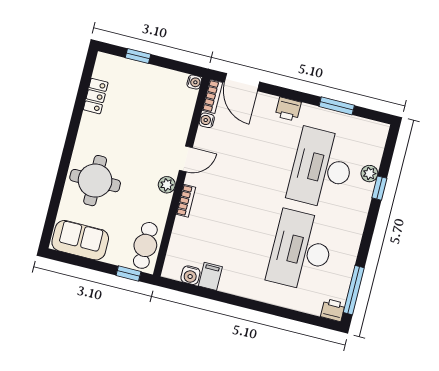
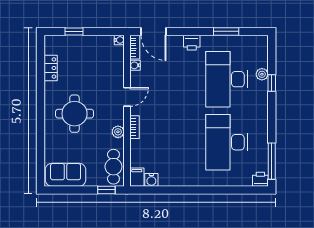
round table: (95, 181) -> (75, 114), moved
plant: (167, 185) -> (118, 132), moved
filing cabinet: (210, 276) -> (137, 177), moved

